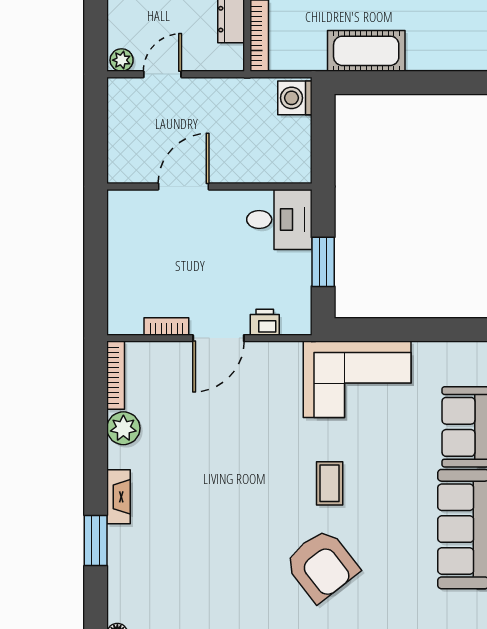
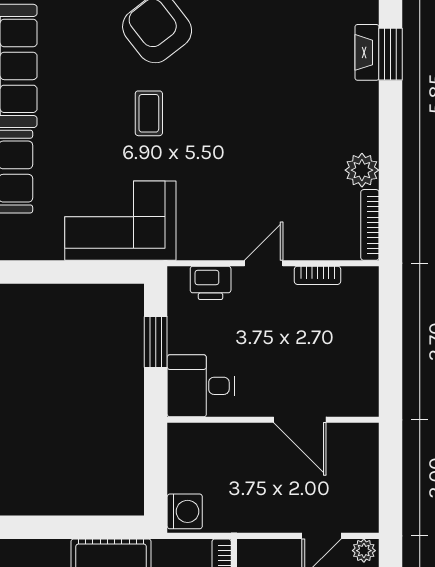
door: (183, 187) -> (300, 420), hinge flipped
printer: (265, 322) -> (211, 283), width x1.36, depth x1.24
door: (218, 338) -> (264, 263), width x0.73
fireplace: (118, 497) -> (367, 52), moved

